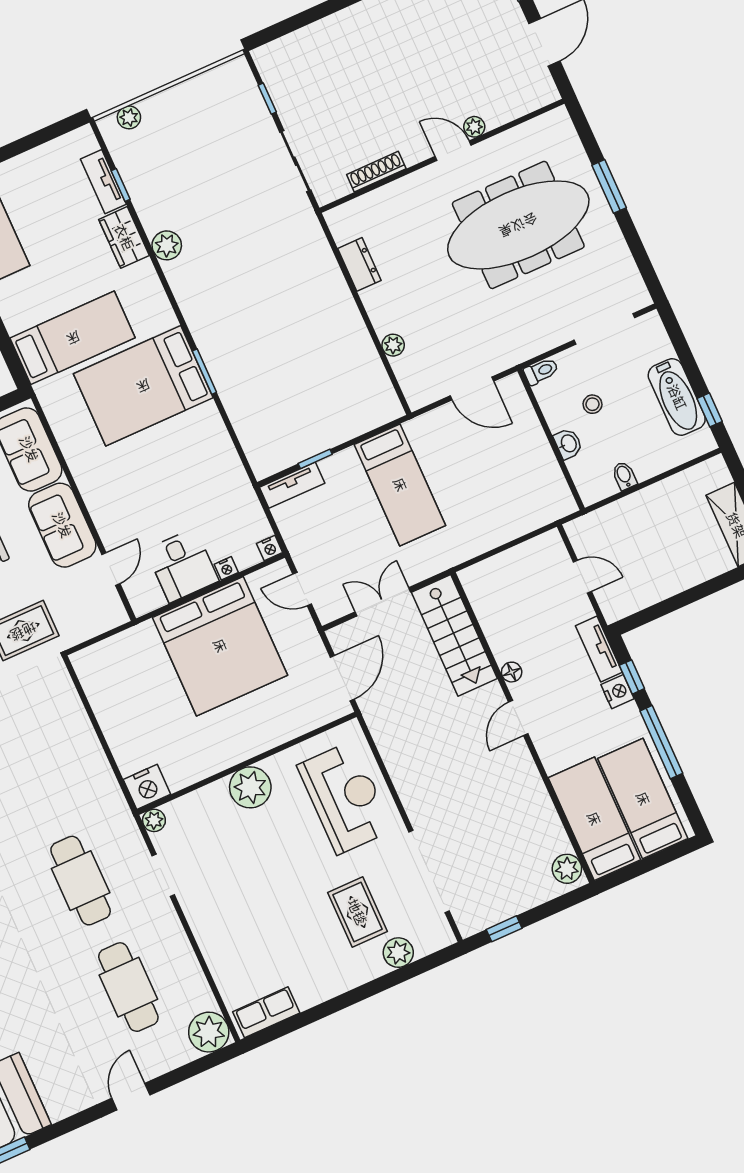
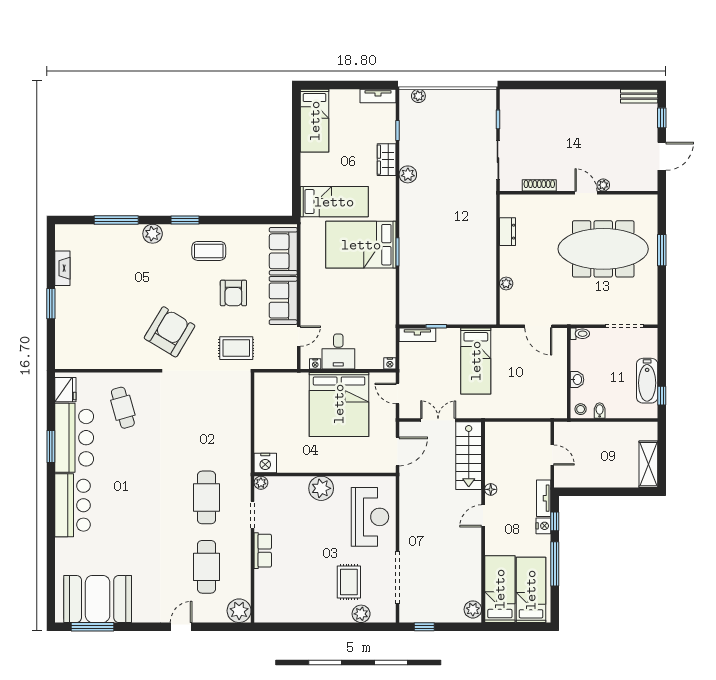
tv unit: (103, 182) -> (378, 96), moved, turned -90
stool: (592, 404) -> (581, 409), moved
nightstand: (226, 568) -> (315, 364), moved
row of seats: (266, 1012) -> (263, 551), moved, turned 90

